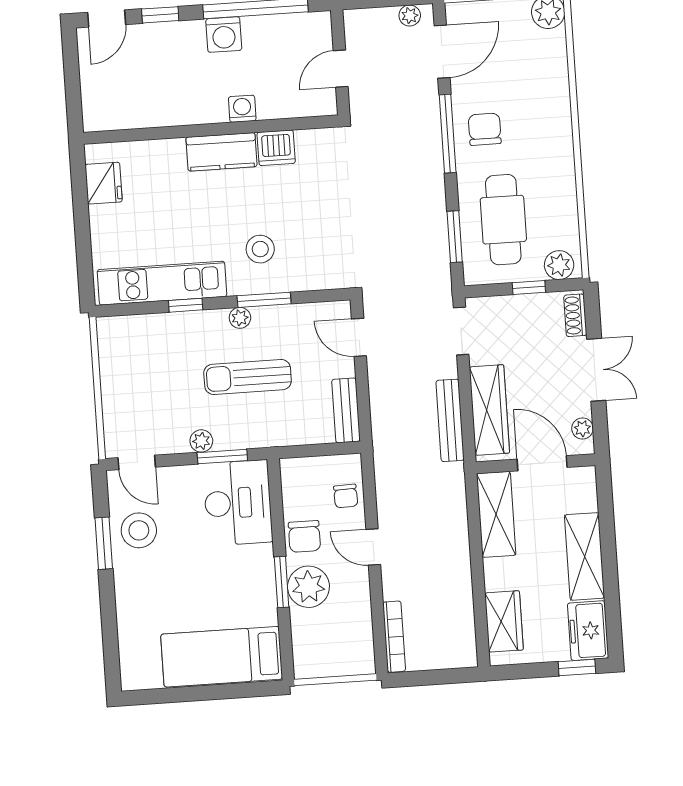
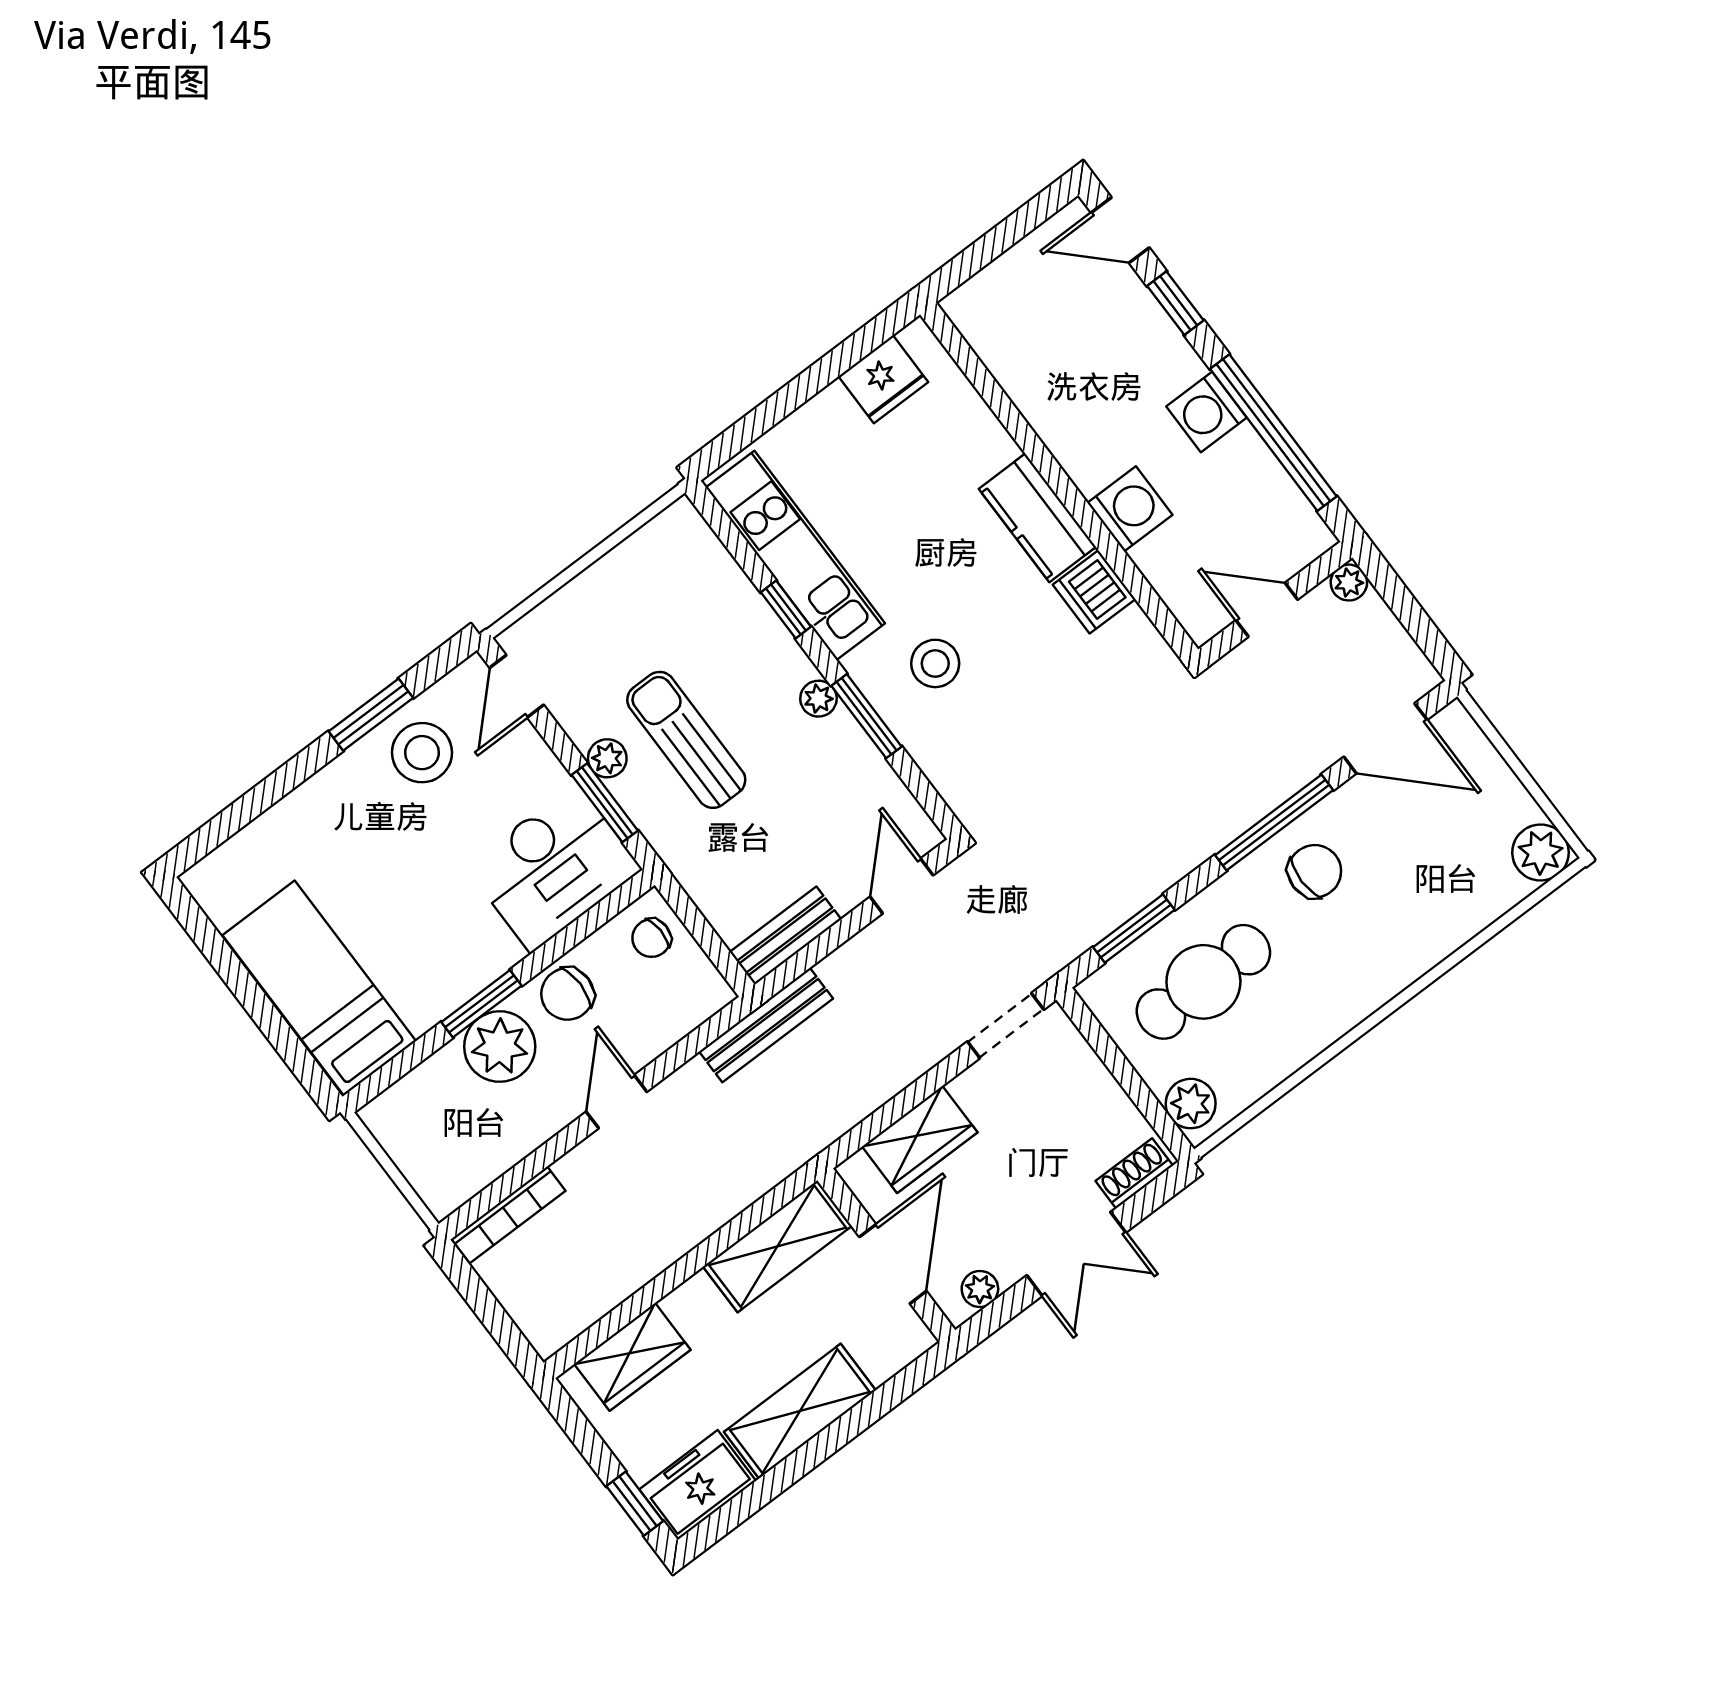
plant: (410, 16) -> (1349, 583), moved
washing machine: (242, 109) -> (1130, 509), width x1.38, depth x1.38
window: (529, 287) -> (1131, 1081), removed
sun lounger: (248, 377) -> (686, 740), moved
wardrobe: (489, 410) -> (920, 1139), width x0.67
bench: (450, 420) -> (766, 1025), moved
chair: (346, 496) -> (651, 938), moved

